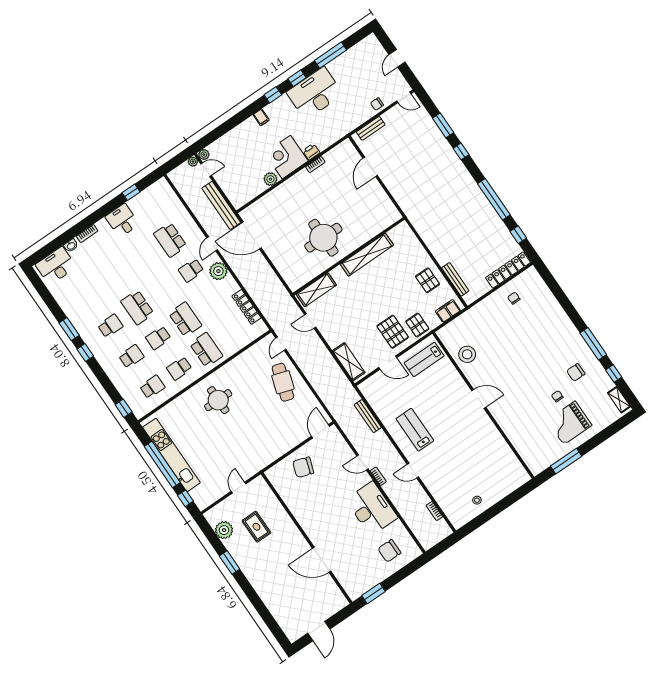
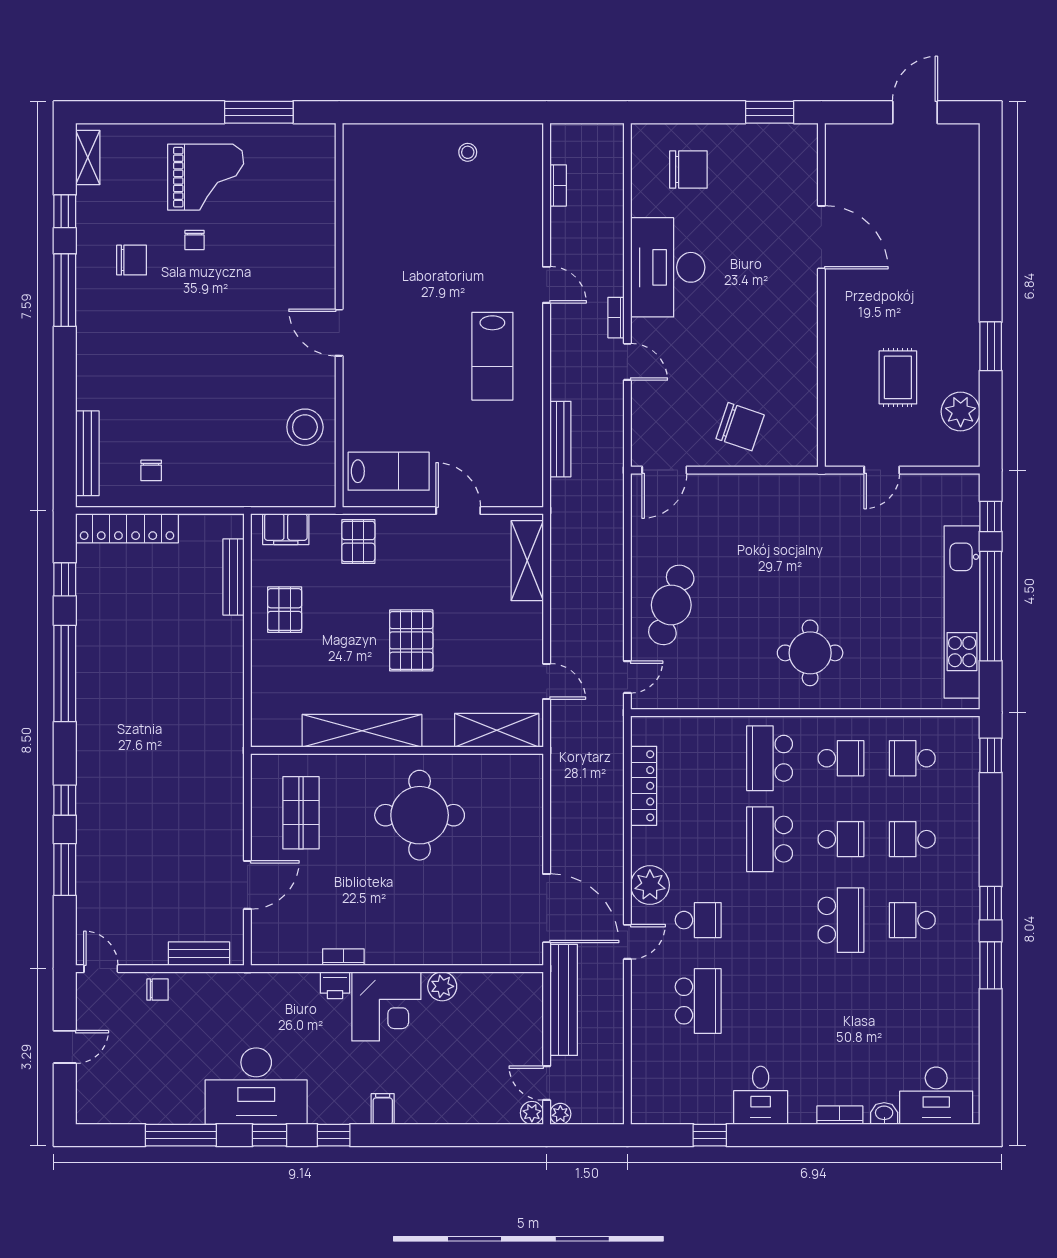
shop shelf: (369, 208) -> (301, 813), added
bench: (542, 288) -> (87, 453), added
pallet: (393, 332) -> (411, 640), moved

